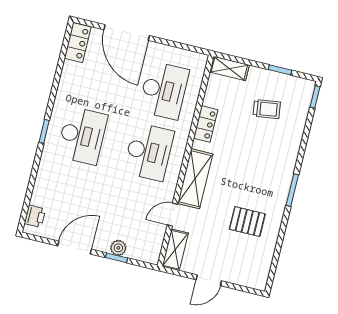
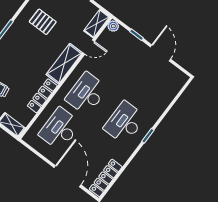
locker: (78, 43) -> (106, 178), width x1.53
locker: (206, 124) -> (42, 96), width x1.53
printer: (35, 216) -> (177, 84), removed
door: (75, 248) -> (160, 53), swing flipped
plant: (118, 248) -> (113, 26), moved

